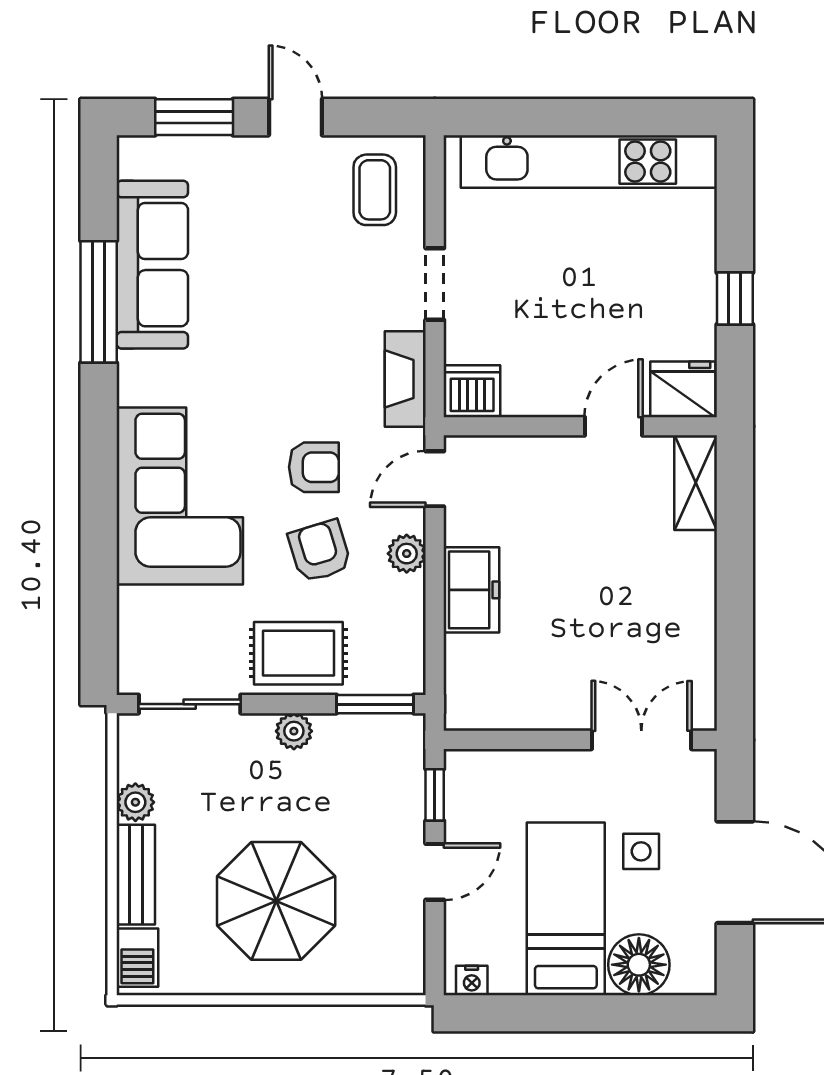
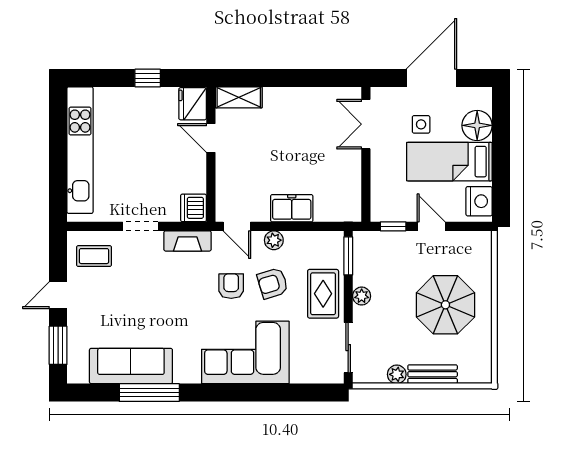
barbecue: (137, 958) -> (474, 373), removed
nightstand: (472, 980) -> (479, 201), width x1.89, depth x1.79

